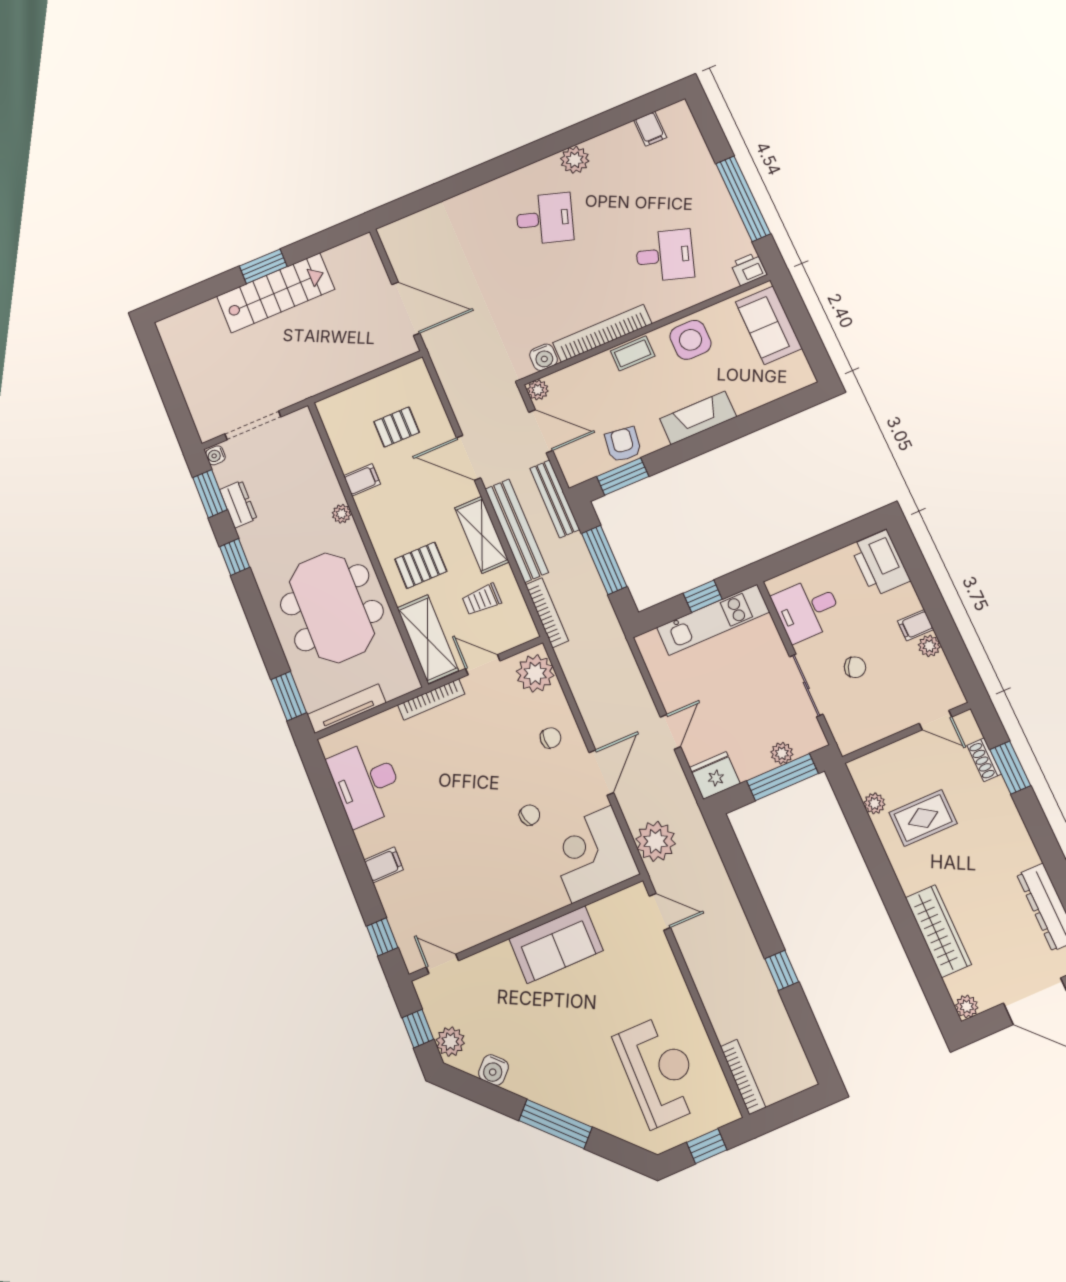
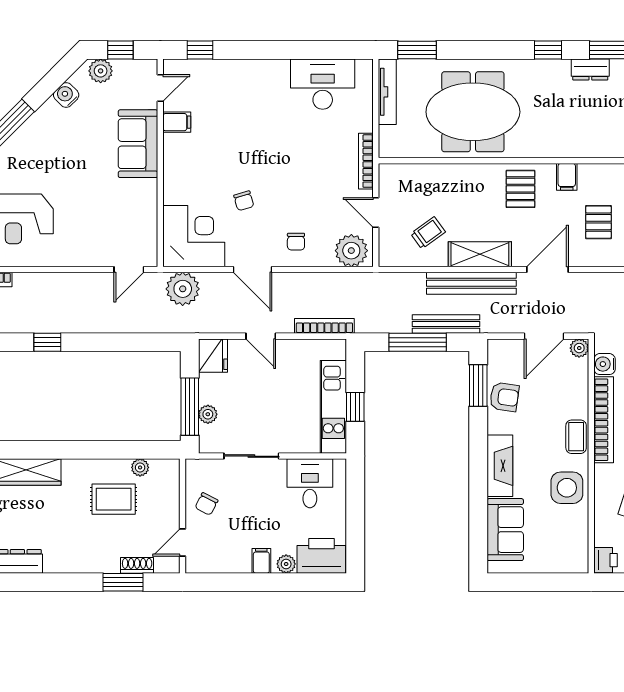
sofa: (769, 325) -> (505, 530), moved, turned 90
bench: (555, 499) -> (446, 324), moved
plant: (342, 514) -> (546, 150), removed
pallet: (421, 565) -> (520, 189), moved
trolley: (482, 599) -> (428, 233), turned 54
bookcase: (547, 613) -> (324, 326), moved, turned 180
shelving: (428, 639) -> (415, 178), removed
plant: (929, 646) -> (286, 564), moved
door: (483, 665) -> (376, 213), swing flipped
chair: (855, 667) -> (206, 504), moved
rug: (923, 818) -> (114, 499), turned 90
filing cabinet: (384, 865) -> (177, 122), moved, turned -90
sofa: (556, 945) -> (138, 144), moved

